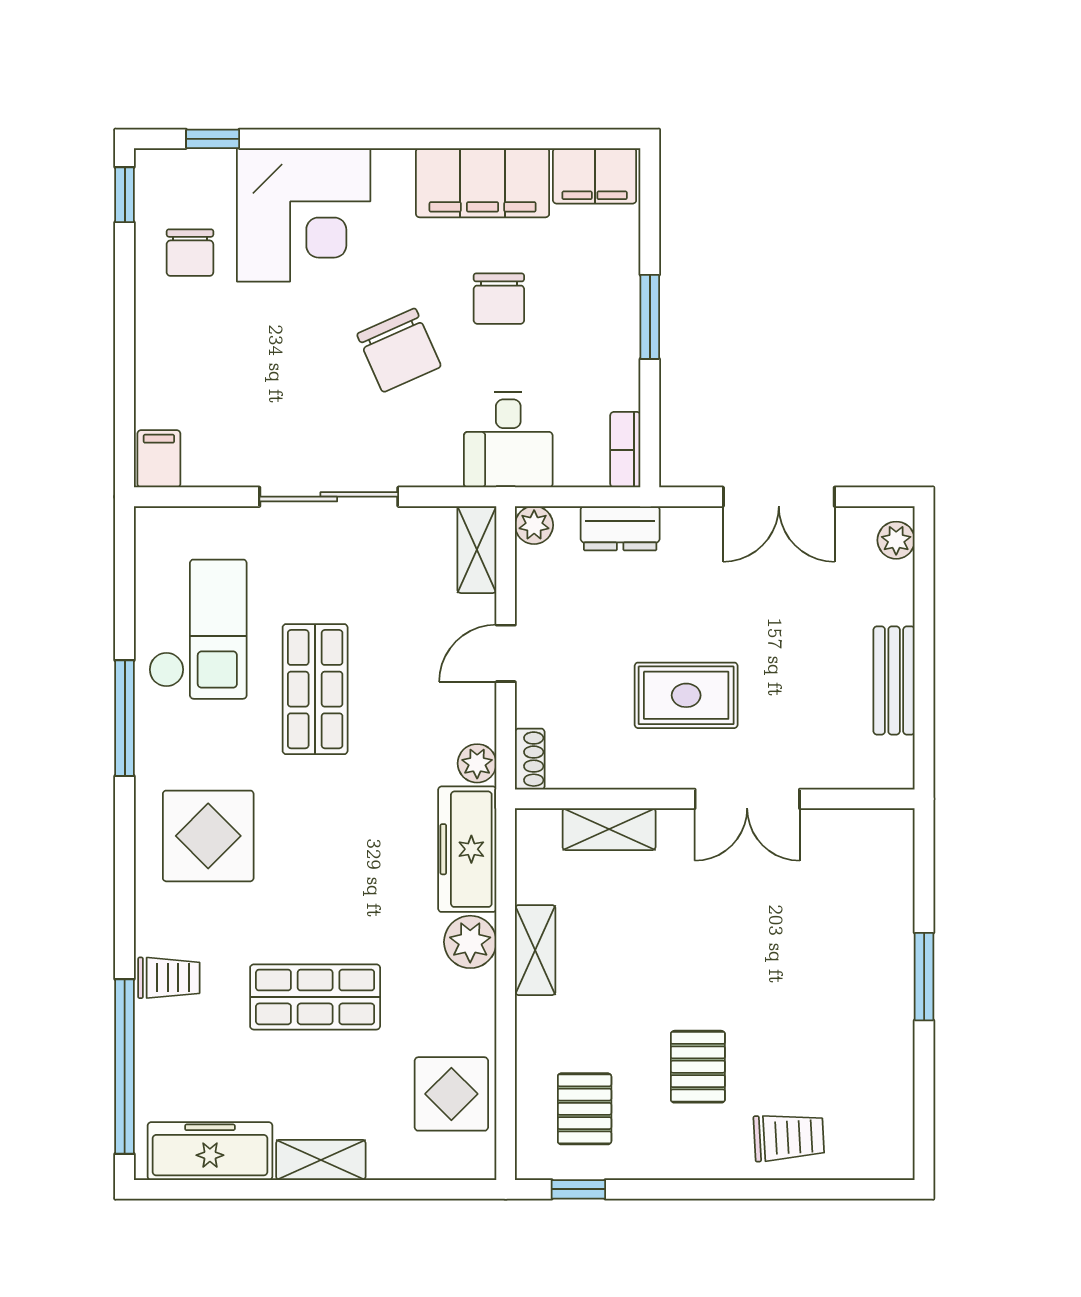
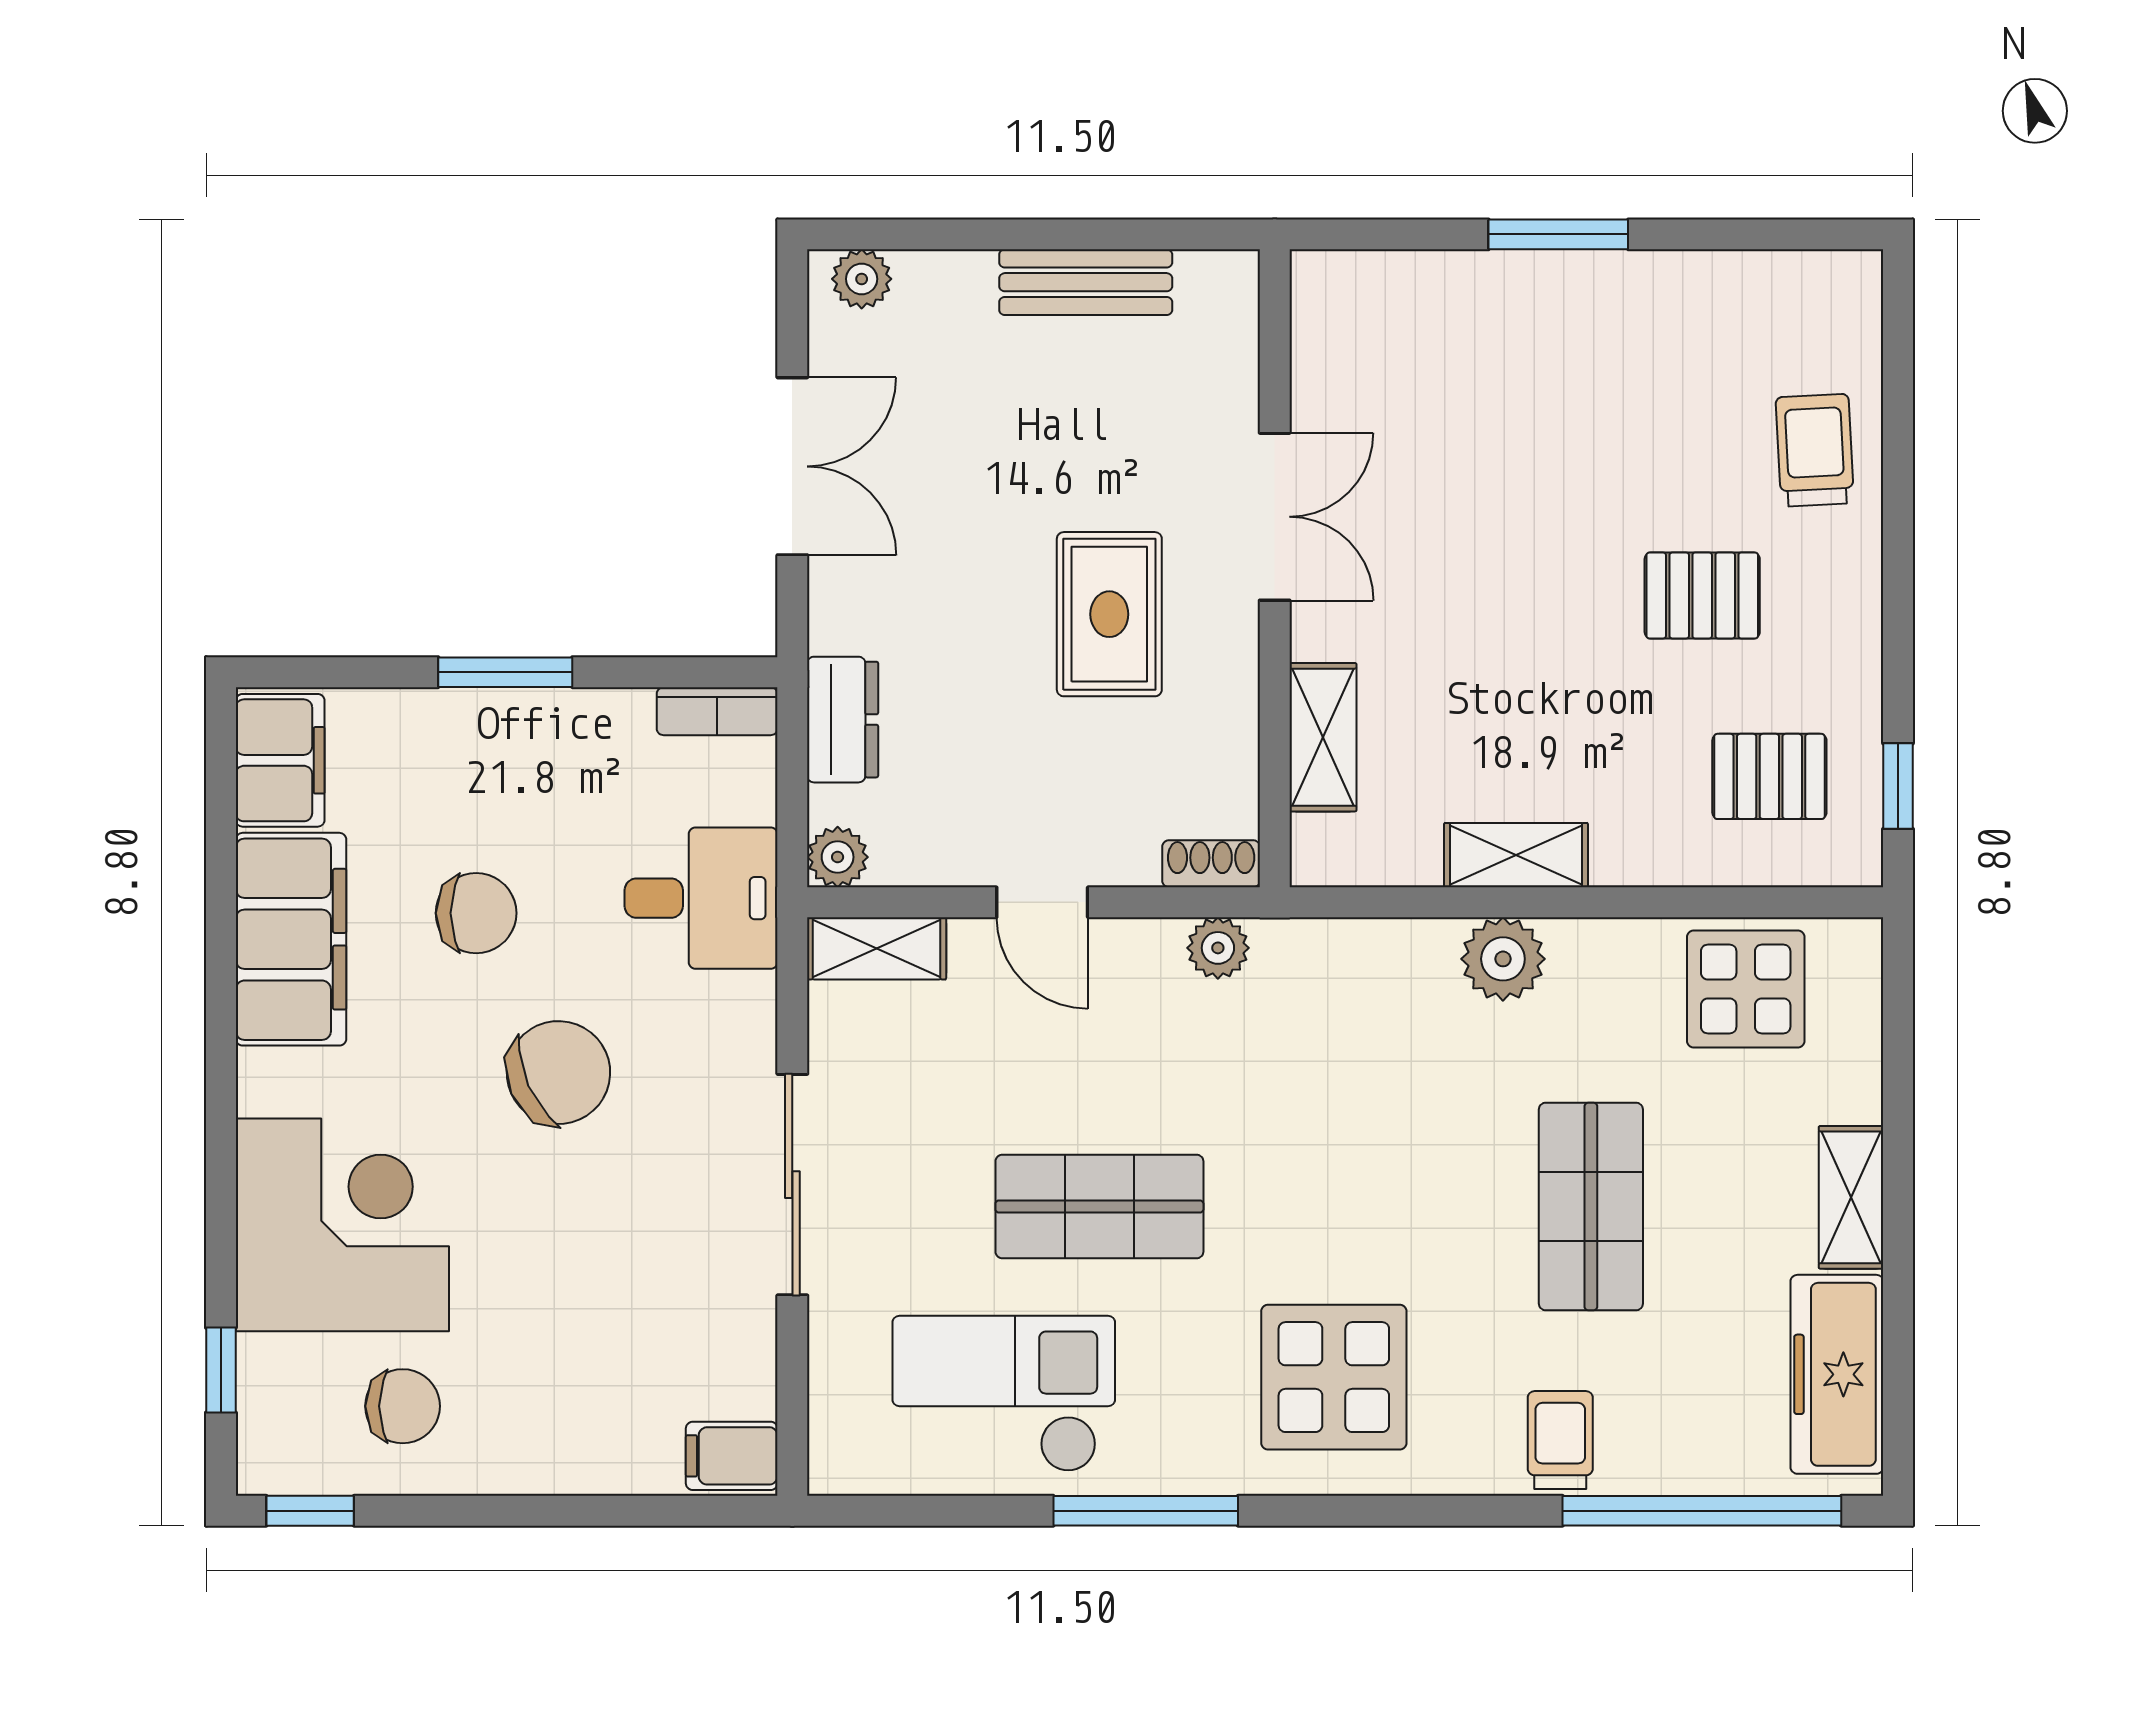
freezer: (467, 849) -> (1355, 964), removed

